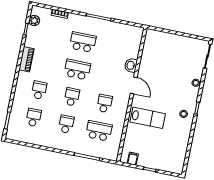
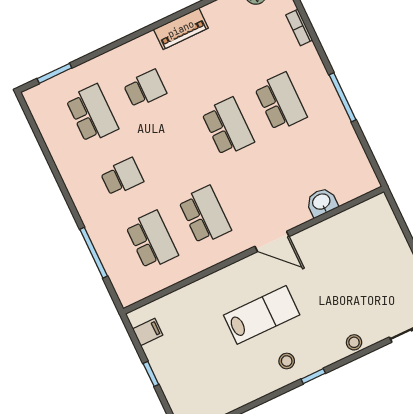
washbasin: (131, 65) -> (322, 202), moved
door: (134, 85) -> (272, 241), hinge flipped
school desk: (72, 97) -> (175, 152), removed
school desk: (104, 104) -> (205, 215), width x1.85
school desk: (33, 118) -> (92, 114), width x1.85
lab bench: (148, 118) -> (262, 315), moved, turned -90

